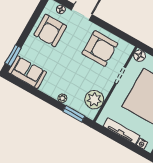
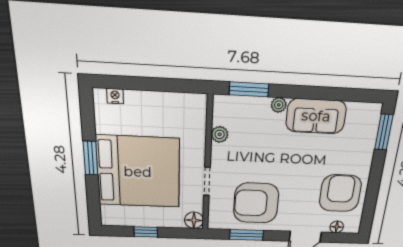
window: (115, 31) -> (246, 235), added
sofa: (27, 72) -> (316, 116), moved
plant: (94, 100) -> (220, 134), width x0.53, depth x0.53
tv unit: (122, 131) -> (159, 100), removed

